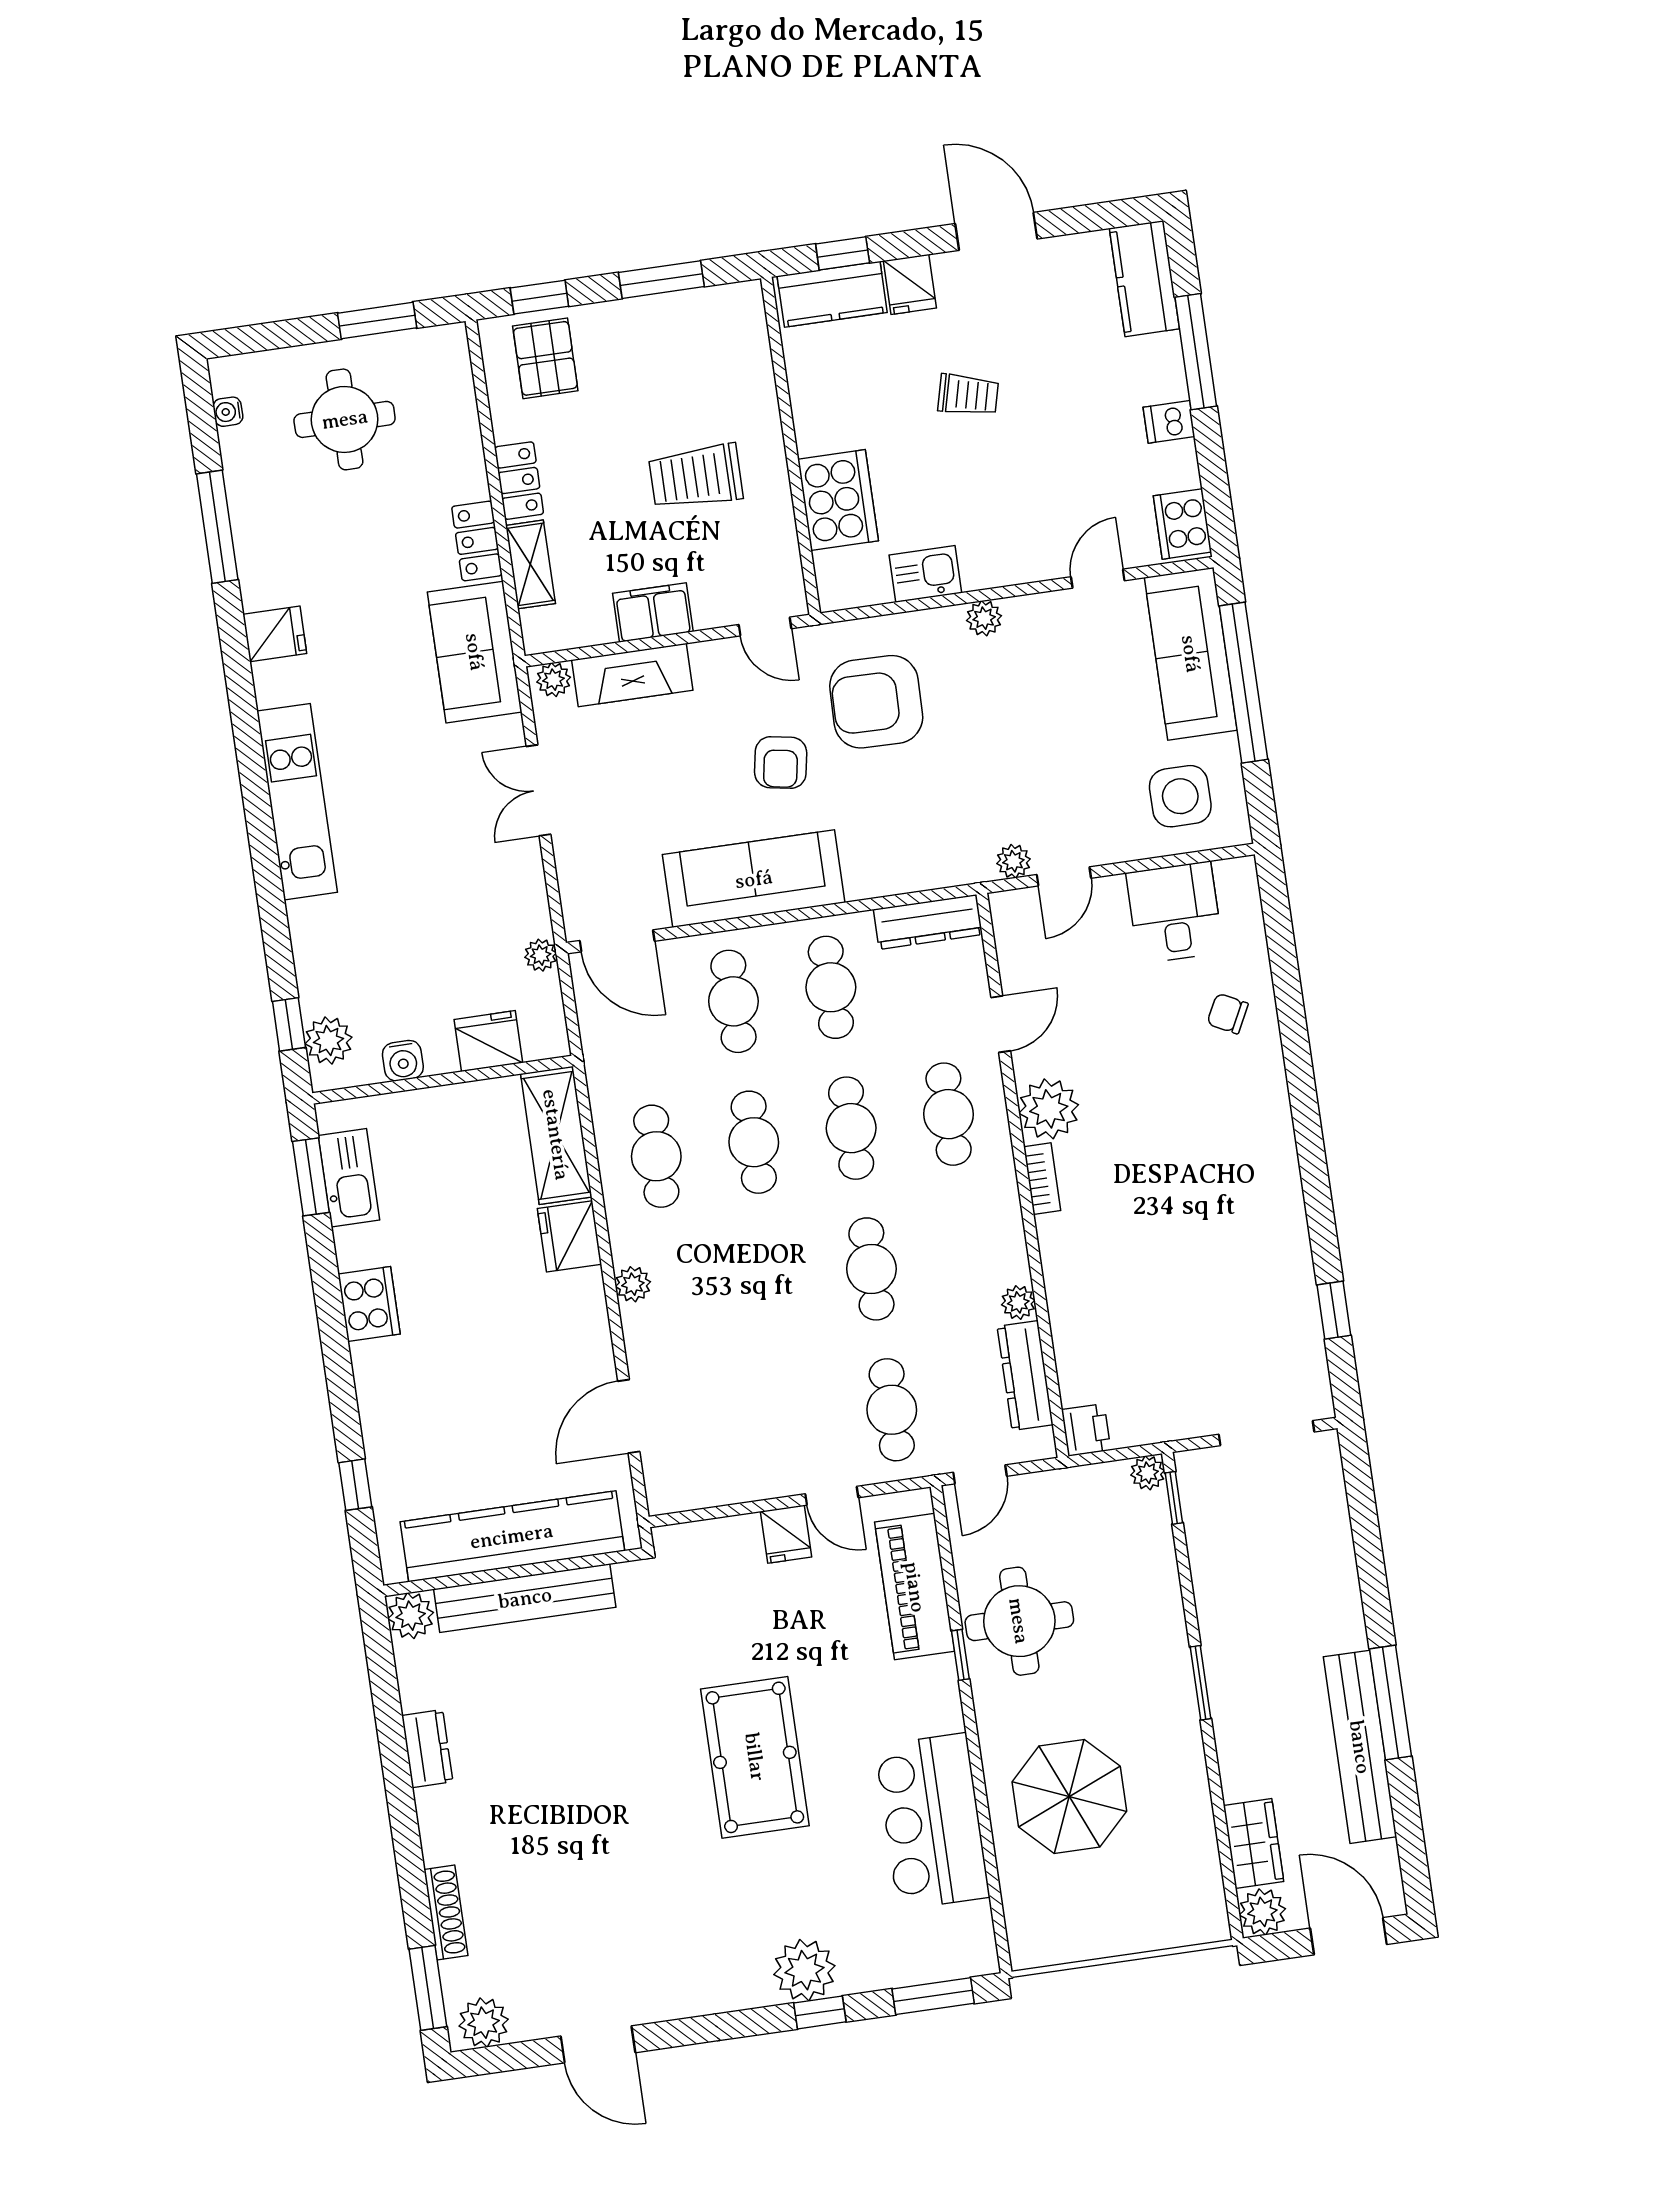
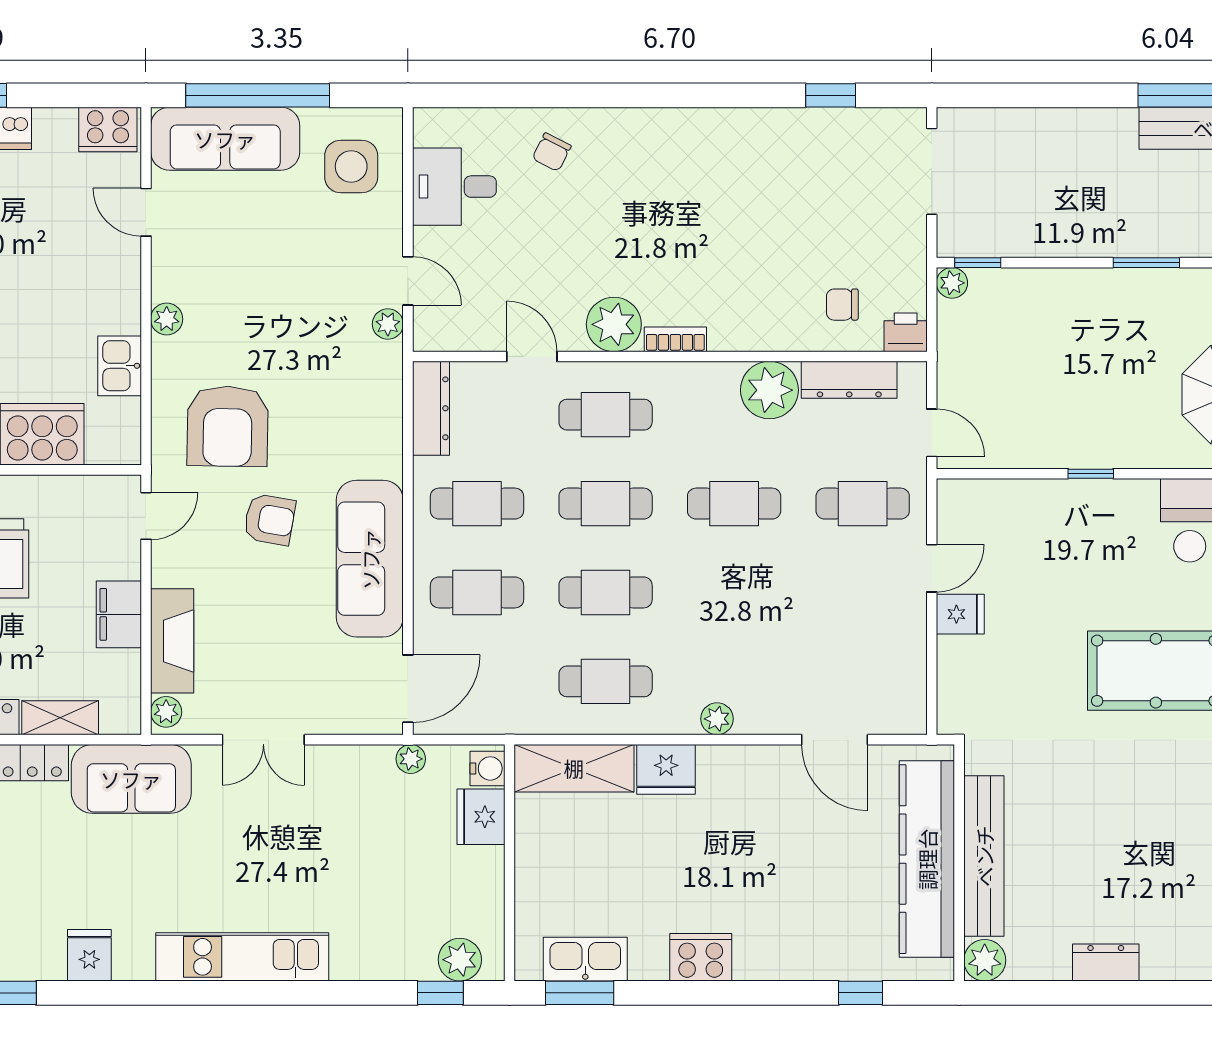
water cooler: (403, 1061) -> (487, 768), moved
plant: (1018, 1302) -> (769, 390), width x1.88, depth x1.88
chair: (1107, 1356) -> (842, 305), added
piano: (915, 1587) -> (1024, 506), removed
round table: (1019, 1621) -> (1068, 417), removed

